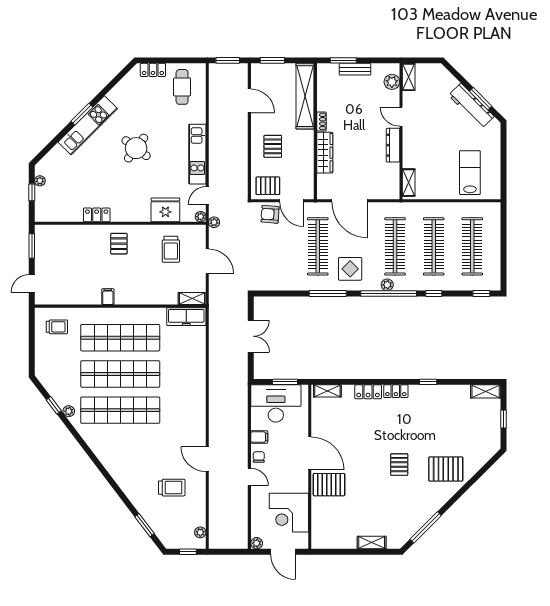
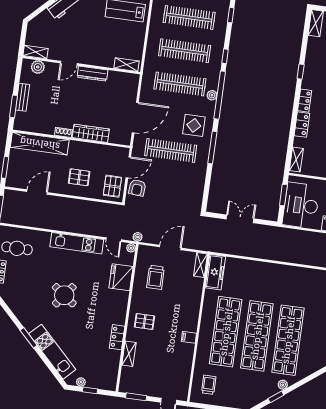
kitchen unit: (88, 125) -> (52, 352), moved
shelving: (80, 231) -> (129, 354), added
trolley: (171, 249) -> (156, 277), turned 90

